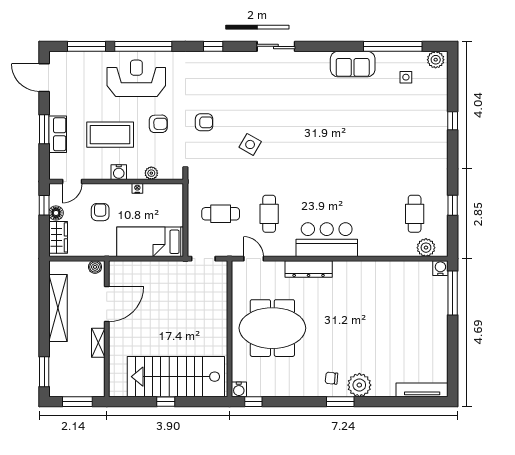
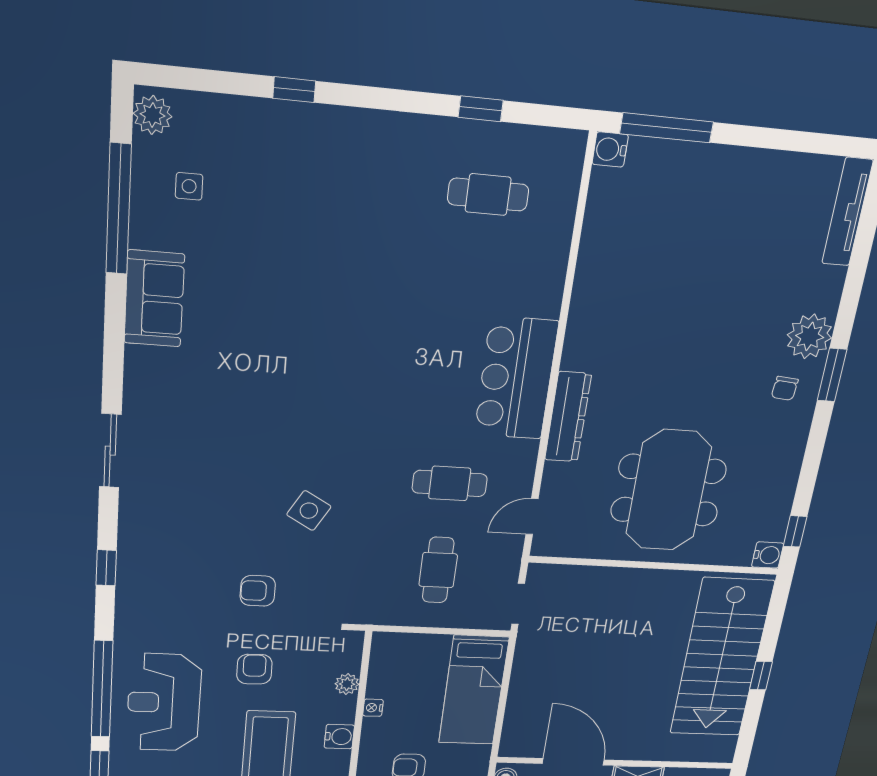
armchair: (204, 122) -> (258, 591), turned -90
plant: (426, 248) -> (563, 177), removed

